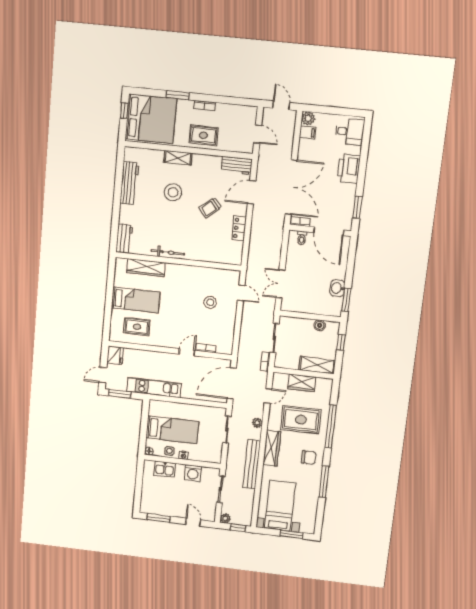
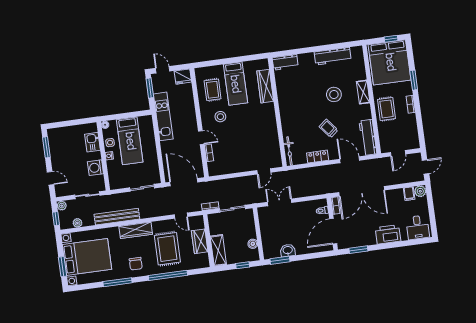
workbench: (237, 165) -> (368, 137), width x1.38
bicycle: (168, 252) -> (289, 151), moved
stool: (210, 302) -> (220, 117), moved
plant: (257, 423) -> (77, 223), moved
bed with nightstands: (280, 506) -> (87, 257), width x1.36
door: (193, 522) -> (51, 178), hinge flipped

